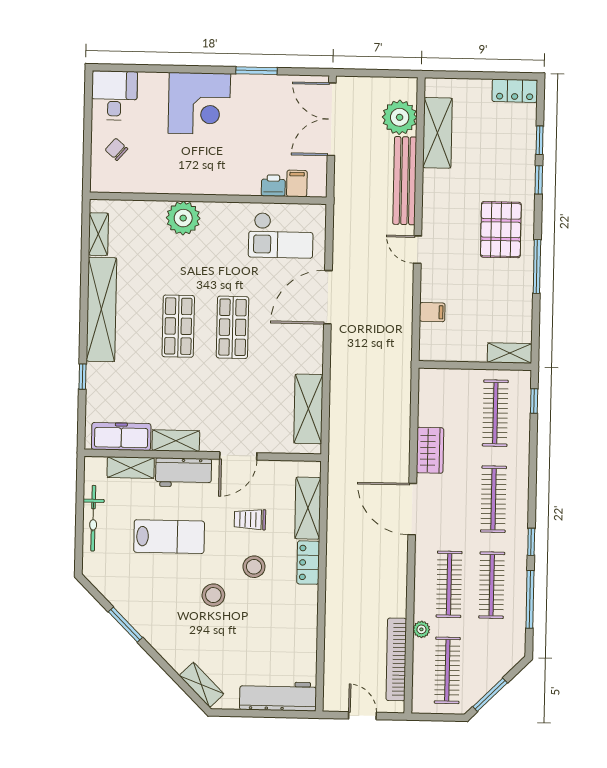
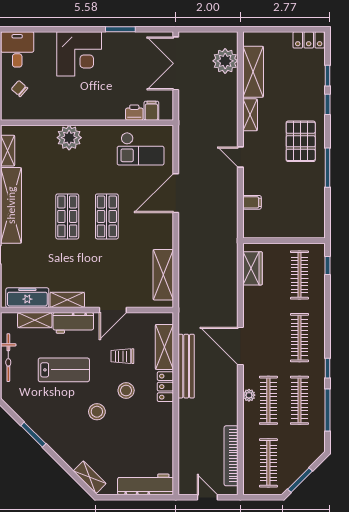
bench: (405, 181) -> (186, 366), moved
shelving: (510, 353) -> (250, 115), moved, turned 90
wardrobe: (430, 450) -> (252, 268), moved
plant: (421, 629) -> (249, 395), moved

